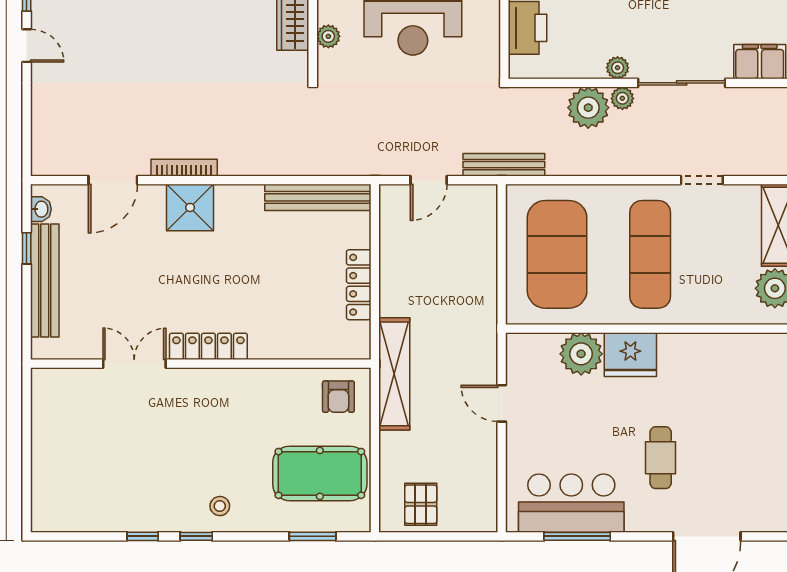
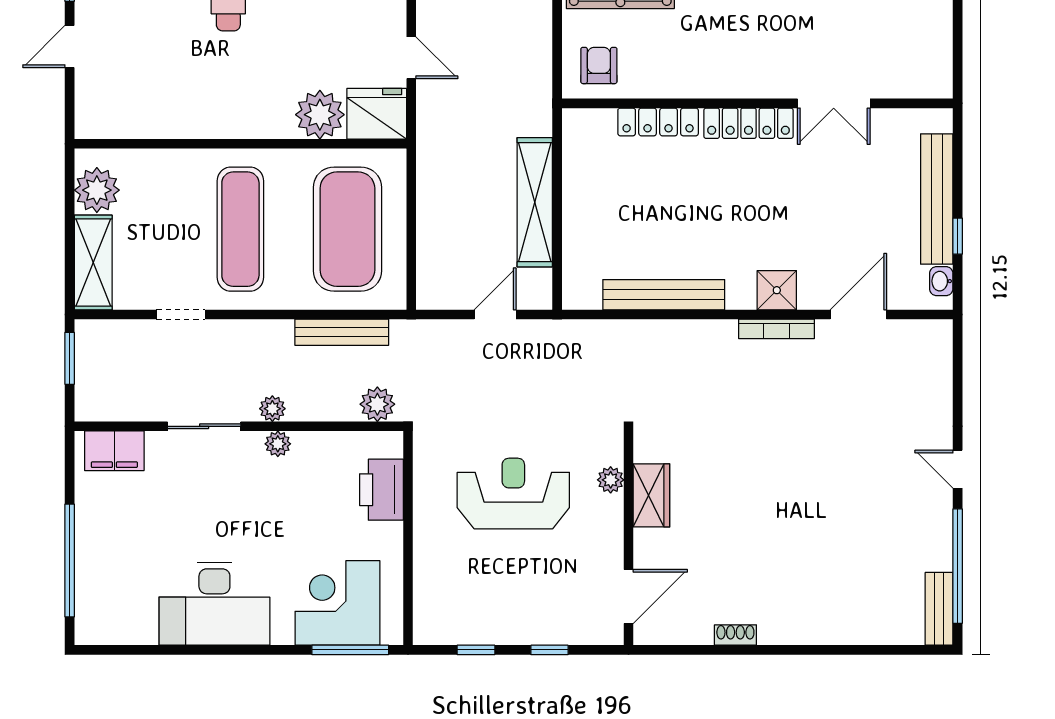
sliding door: (682, 83) -> (204, 426), width x0.73
plant: (588, 108) -> (377, 404), moved, width x0.73, depth x0.73
bench: (504, 165) -> (342, 332), moved
bench: (318, 197) -> (664, 295), moved
shower: (190, 207) -> (777, 290), width x0.73, depth x0.73
locker: (359, 285) -> (658, 122), moved, turned 90
fridge: (630, 355) -> (377, 114), moved
shelving: (394, 374) -> (535, 202), moved

